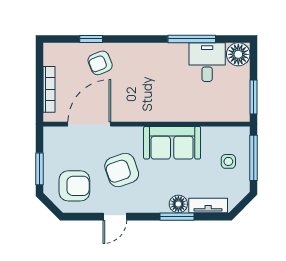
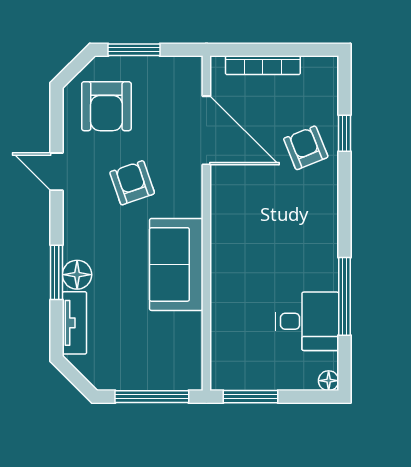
floor lamp: (238, 54) -> (329, 381), width x0.53, depth x0.53
side table: (228, 161) -> (146, 356), removed
armchair: (122, 170) -> (132, 183), width x0.72, depth x0.72

